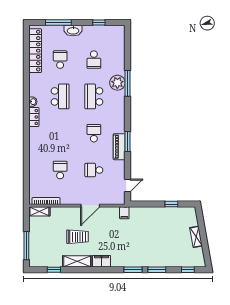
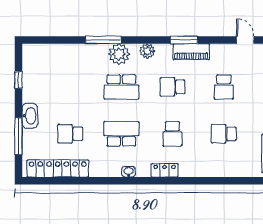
school desk: (94, 60) -> (173, 134), moved, turned 90
plant: (117, 83) -> (119, 54), moved
plant: (120, 115) -> (147, 51), added
locker: (34, 117) -> (165, 170), moved

